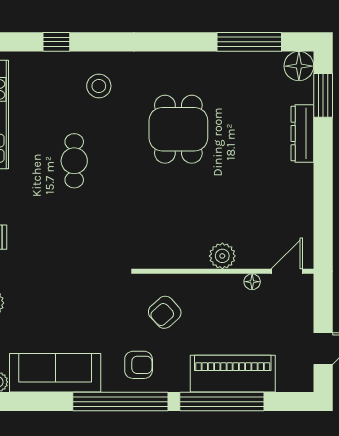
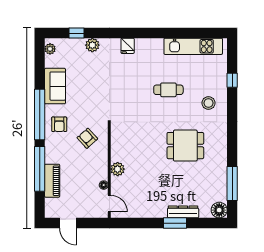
window: (323, 95) -> (175, 223), moved
sofa: (55, 373) -> (55, 86), width x0.73
piano: (233, 374) -> (52, 181), width x0.73, depth x0.75

